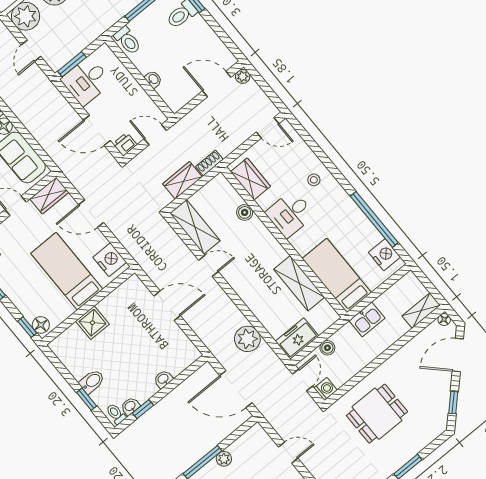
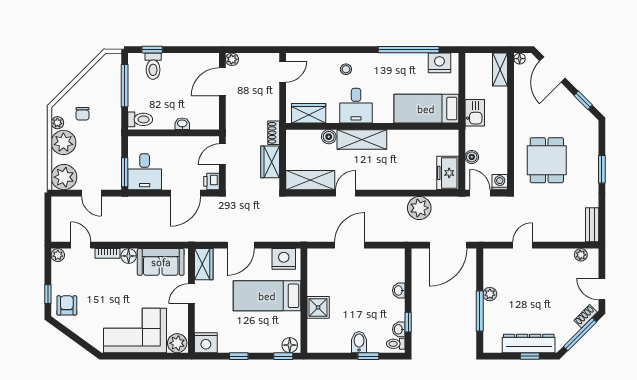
shelving: (299, 283) -> (362, 139), moved

